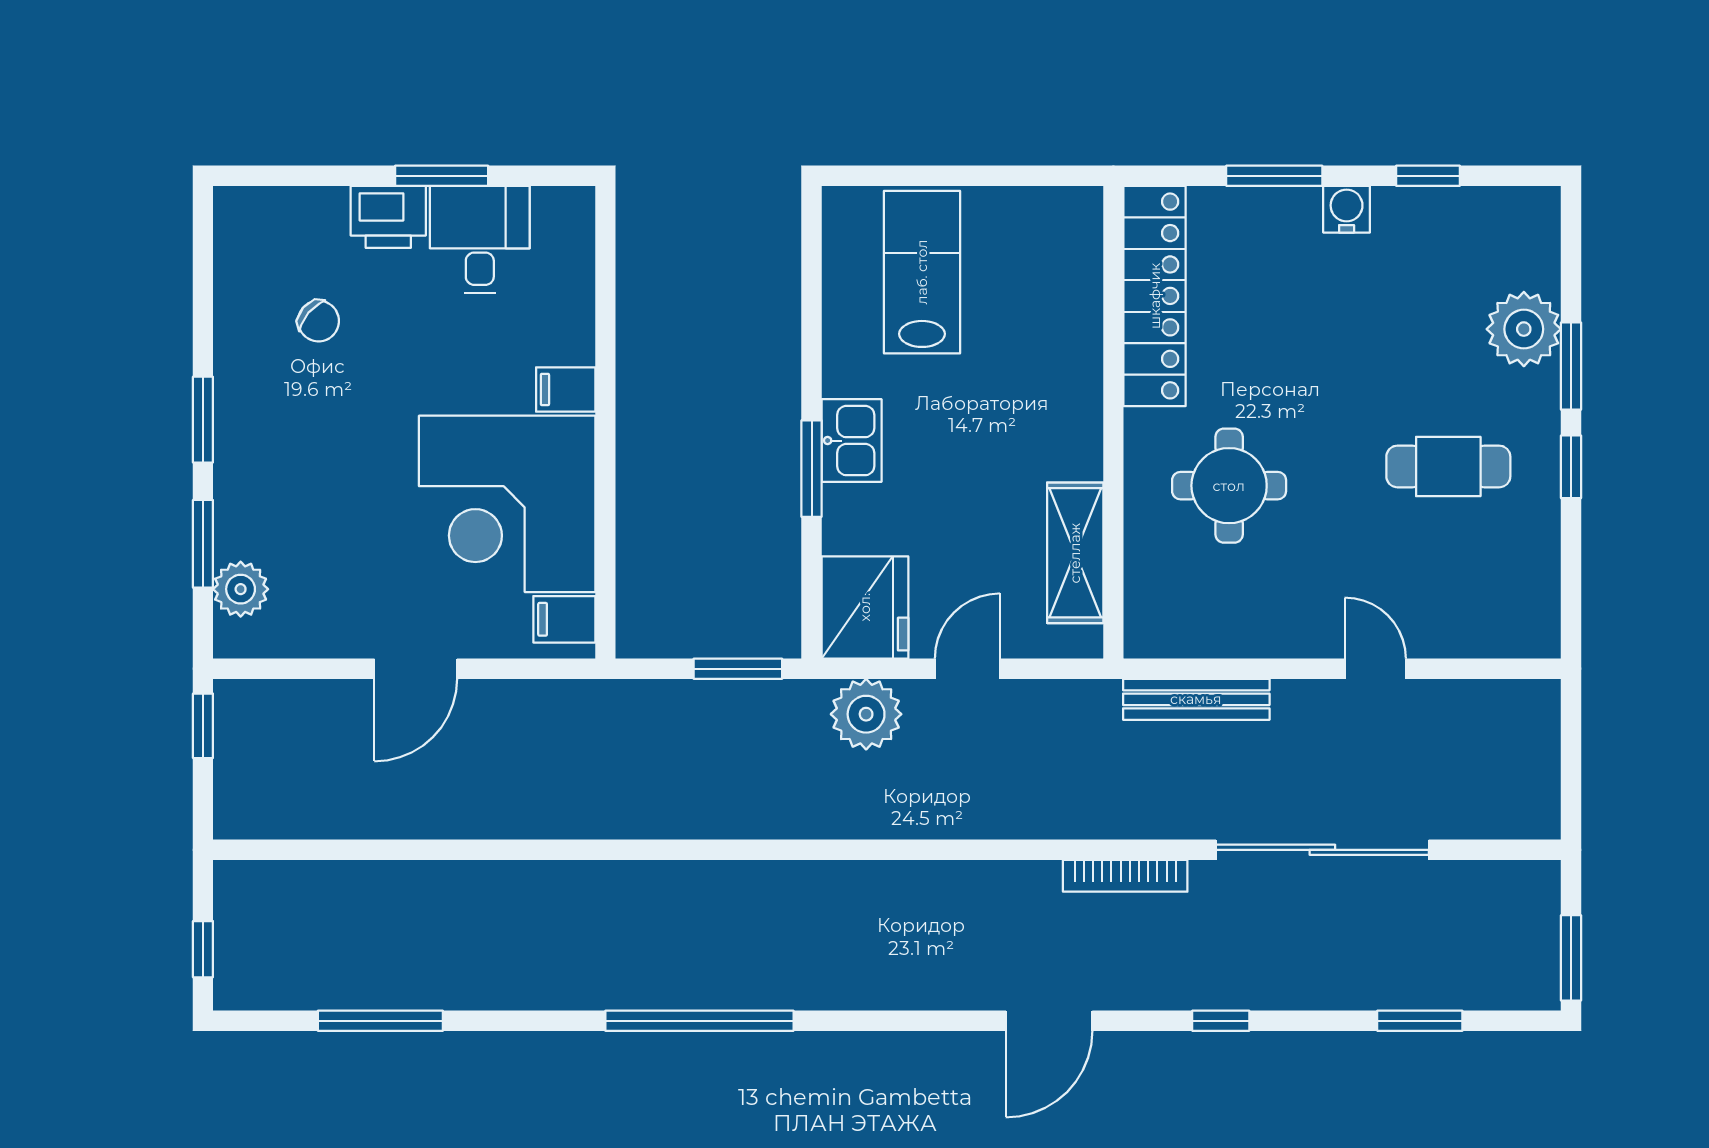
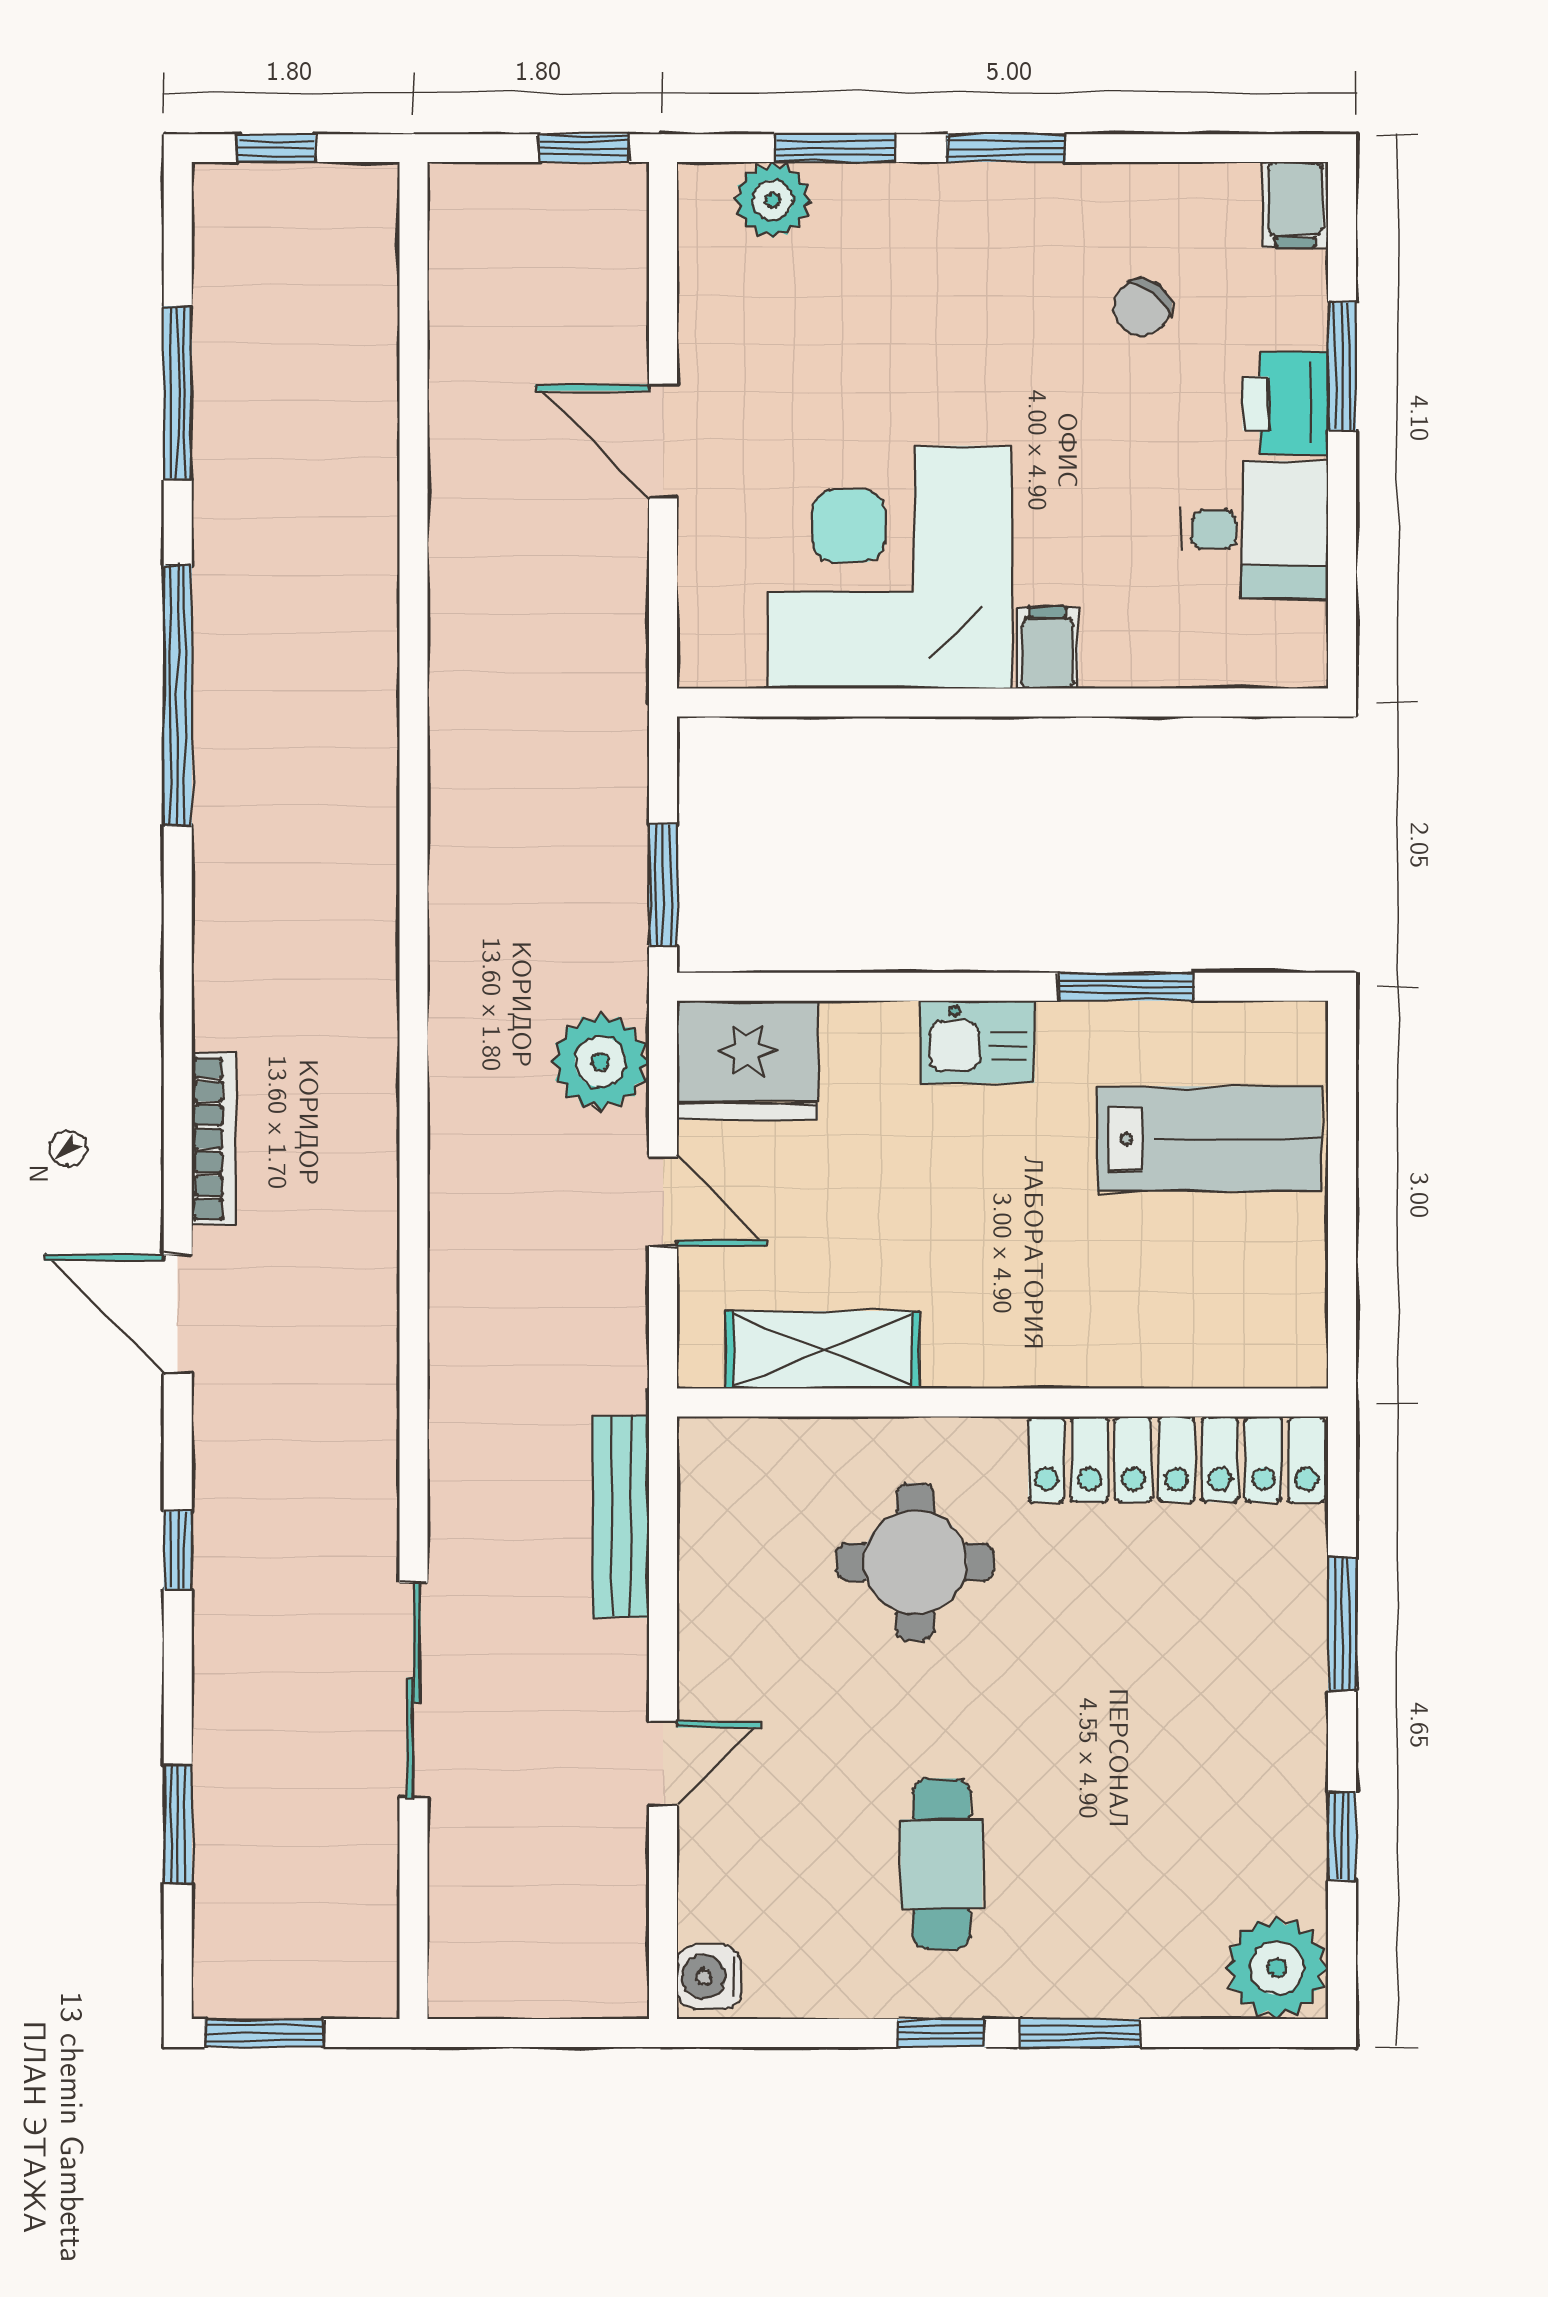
window: (442, 176) -> (1342, 366), moved
water cooler: (1347, 209) -> (709, 1977), moved, turned 180
plant: (1524, 329) -> (1277, 1968), moved
window: (812, 469) -> (1126, 987), moved
filing cabinet: (564, 619) -> (1296, 205), moved, turned 180
sliding door: (1322, 850) -> (413, 1690), width x0.73
bookcase: (1125, 876) -> (214, 1139), moved, turned 180
window: (699, 1021) -> (178, 695), moved

